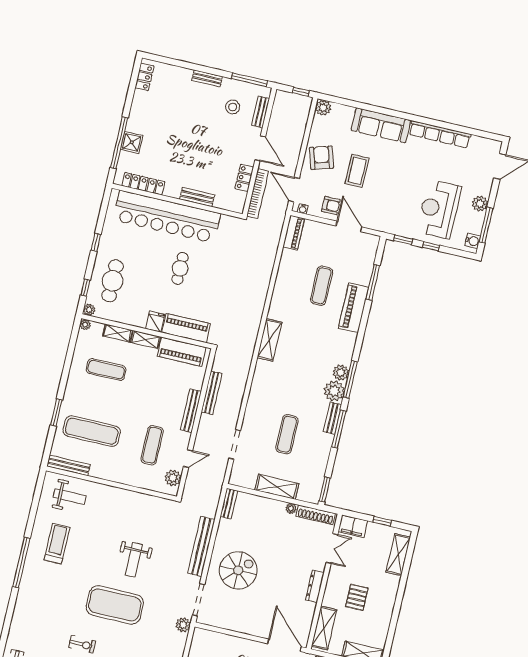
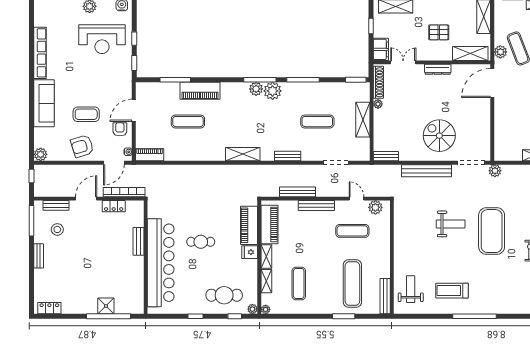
locker: (143, 184) -> (138, 288), removed
bench: (332, 418) -> (288, 156), moved

